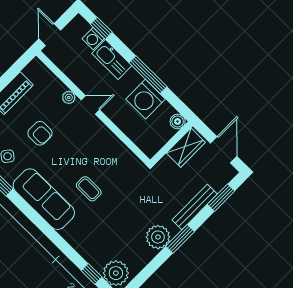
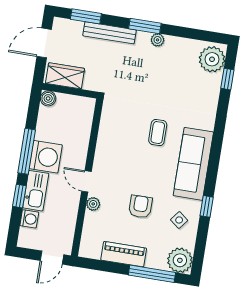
window: (101, 28) -> (19, 196), moved
washing machine: (146, 99) -> (46, 157), moved
plant: (158, 237) -> (158, 40), width x0.53, depth x0.53

